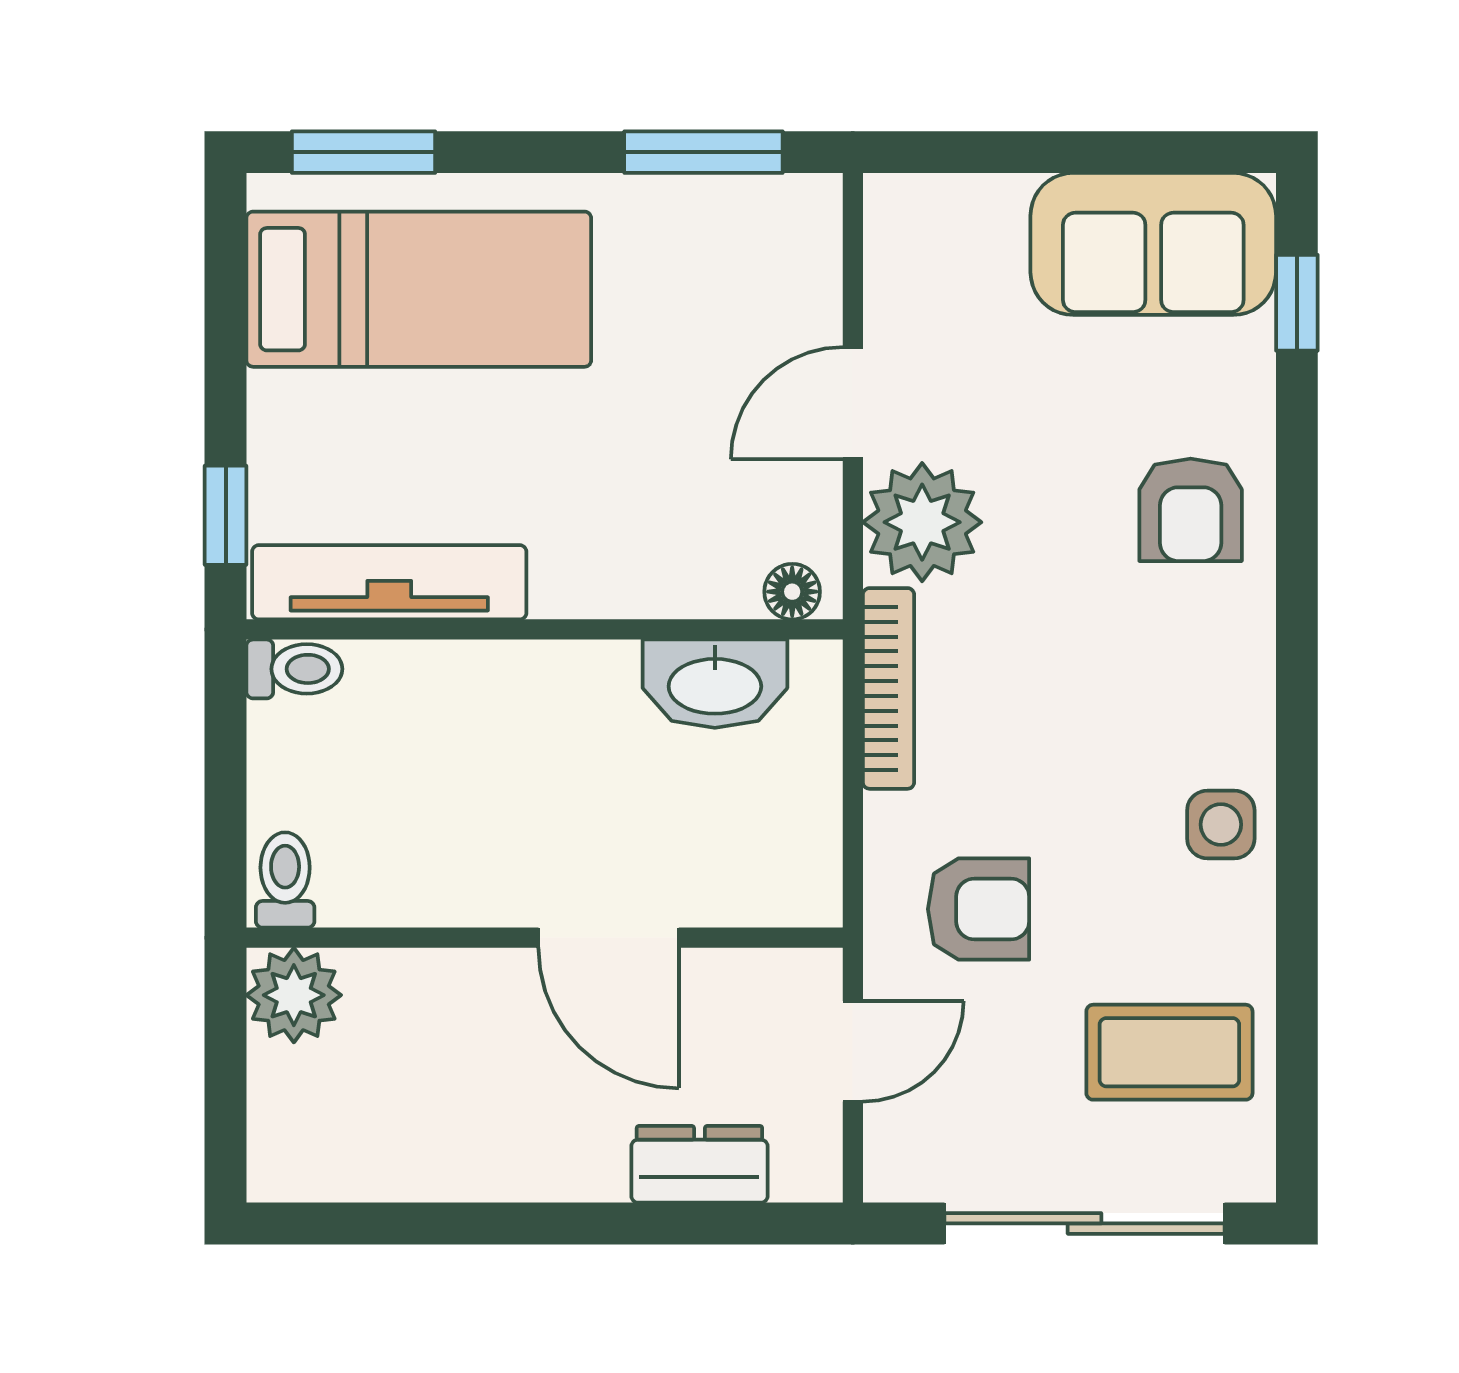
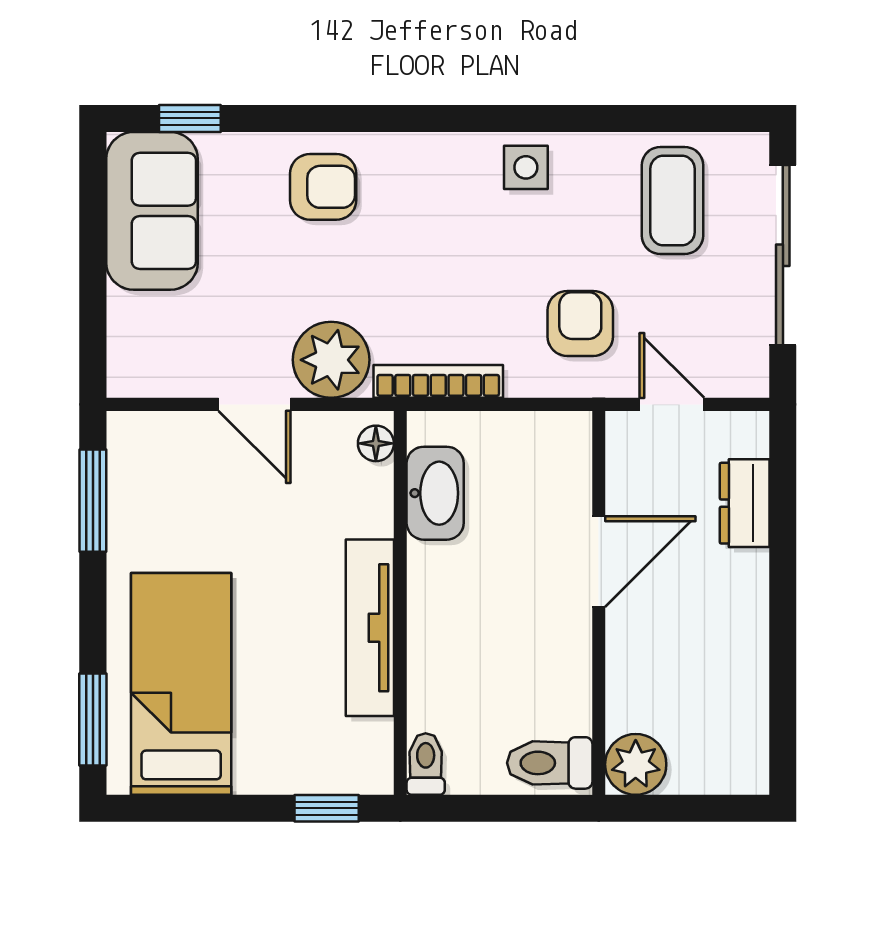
tv unit: (389, 582) -> (370, 628), moved
toilet: (285, 880) -> (550, 763), width x1.37, depth x1.39

